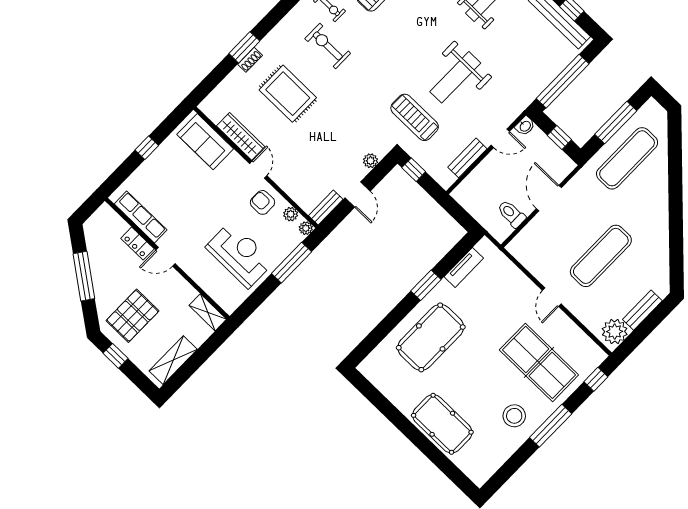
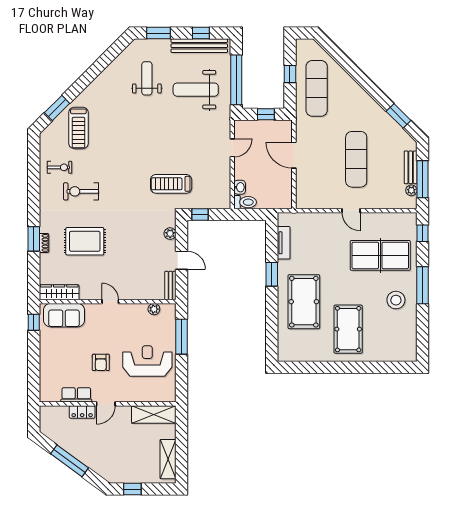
weight bench: (455, 77) -> (196, 90), moved, turned 90
window: (616, 122) -> (290, 74), width x0.46
washbasin: (525, 126) -> (240, 187), moved
wardrobe: (241, 136) -> (59, 292), moved
window: (147, 148) -> (34, 322), moved
bench: (467, 158) -> (224, 178), removed
armchair: (262, 202) -> (101, 362), moved, turned -90
toilet: (511, 214) -> (245, 202), moved, turned 180
row of seats: (141, 217) -> (76, 395), width x0.68
plant: (306, 228) -> (171, 309), removed
window: (676, 254) -> (399, 116), added
shelving: (208, 312) -> (154, 414), width x1.50, depth x1.33
pallet: (132, 316) -> (120, 456), removed
window: (643, 331) -> (422, 179), added
plant: (615, 332) -> (411, 190), width x0.53, depth x0.53
pool table: (442, 424) -> (348, 329), moved, turned 90

